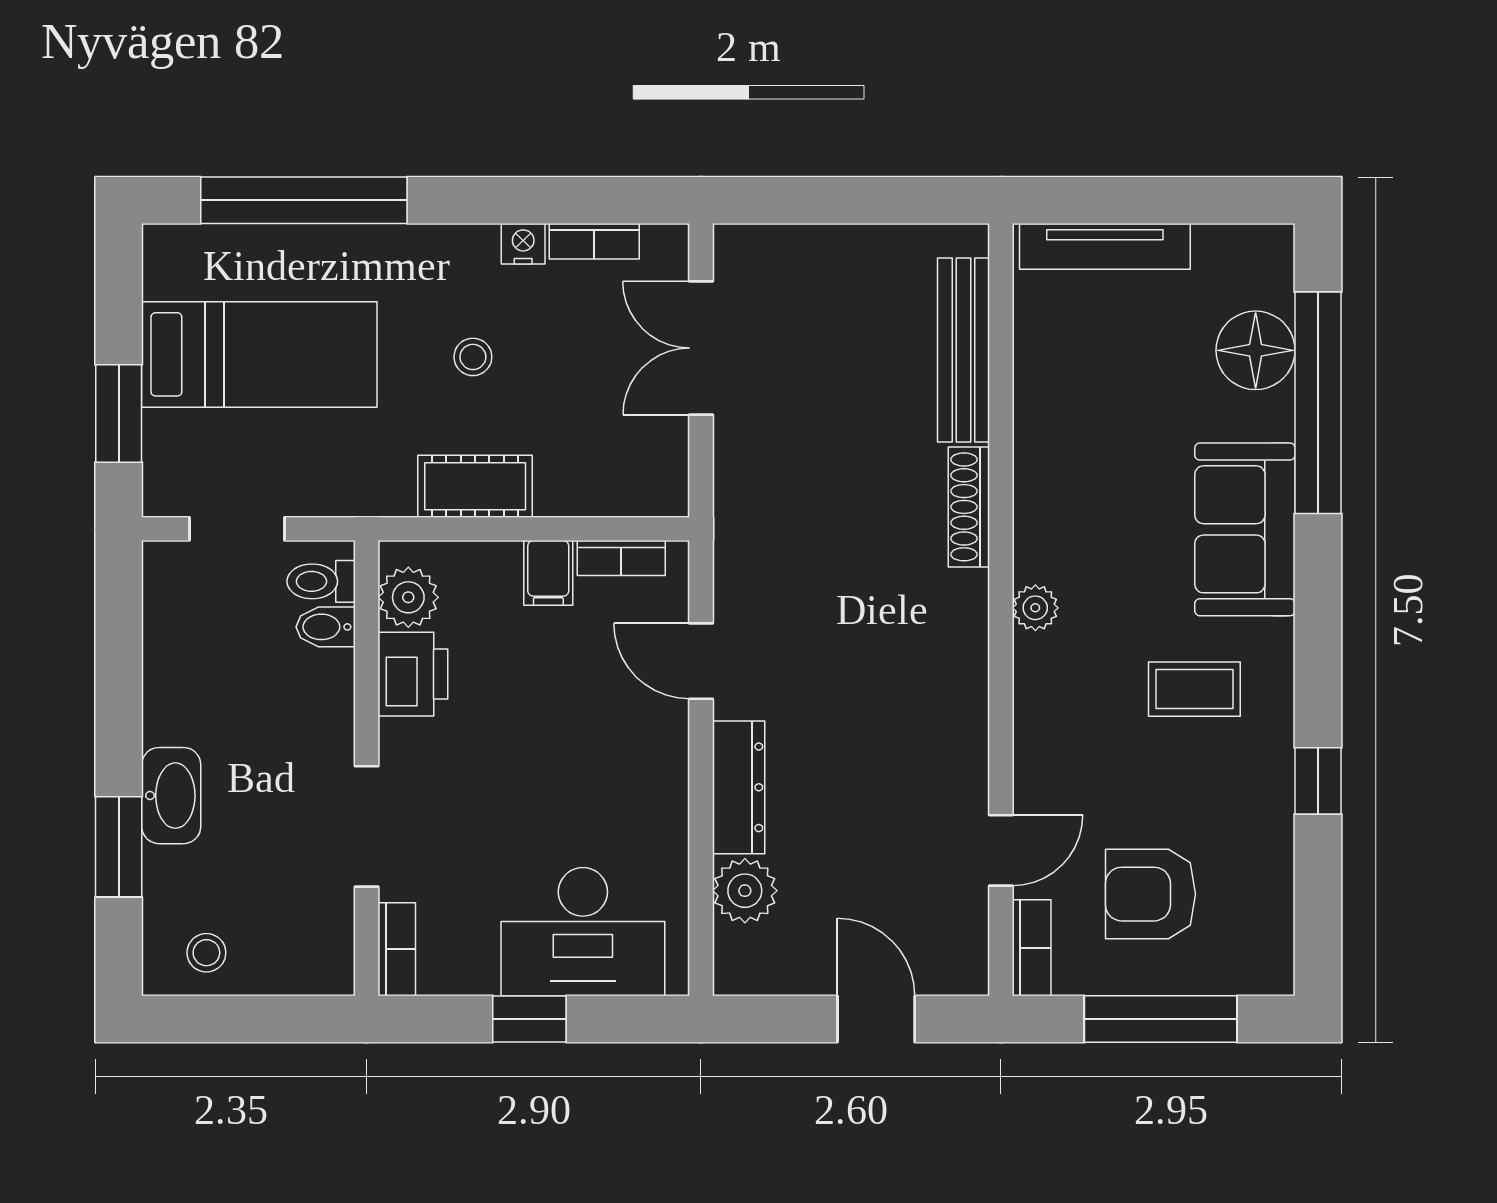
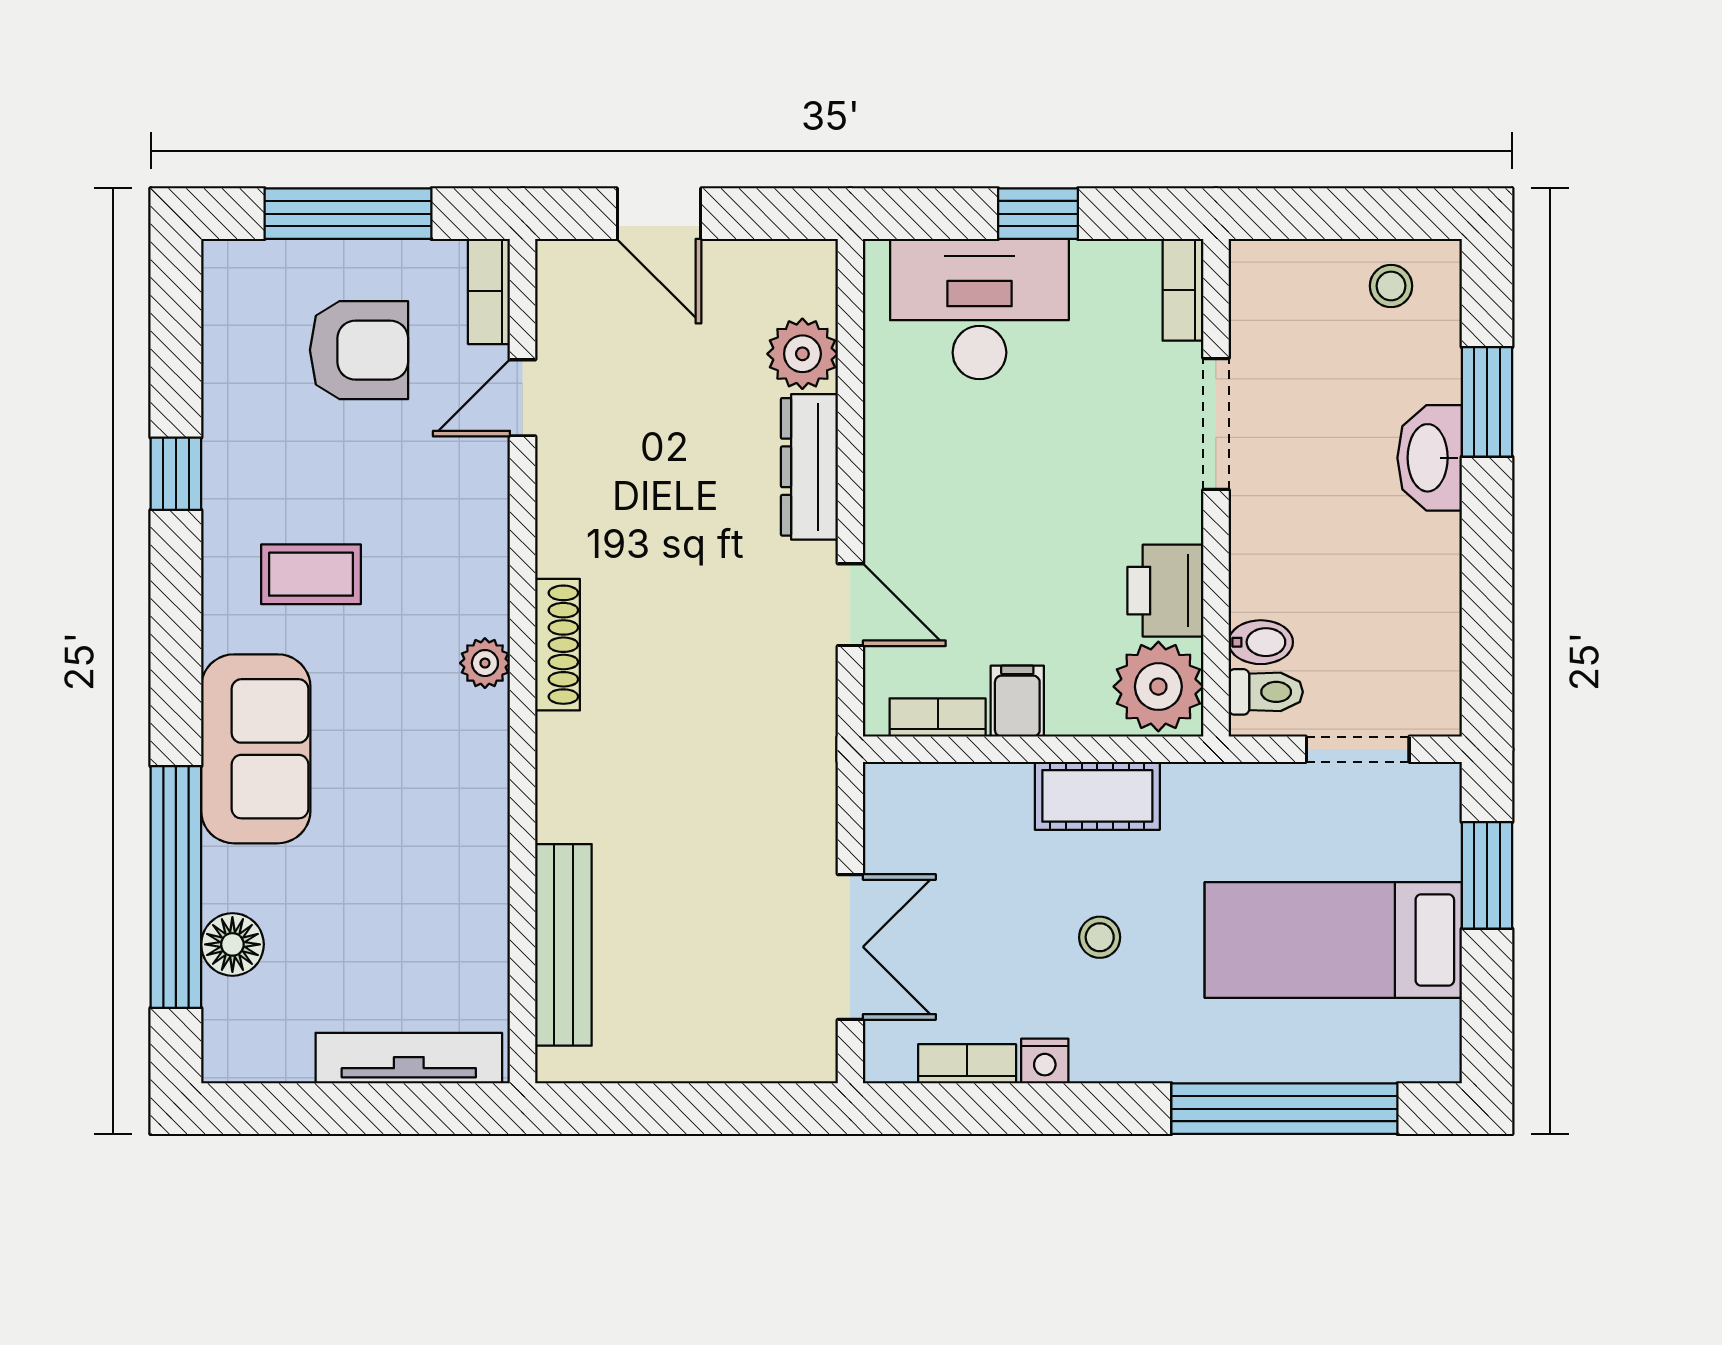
floor lamp: (1256, 350) -> (232, 944), width x0.73, depth x0.73
shoe rack: (969, 507) -> (558, 645), moved
plant: (408, 597) -> (1158, 687), width x1.36, depth x1.36

